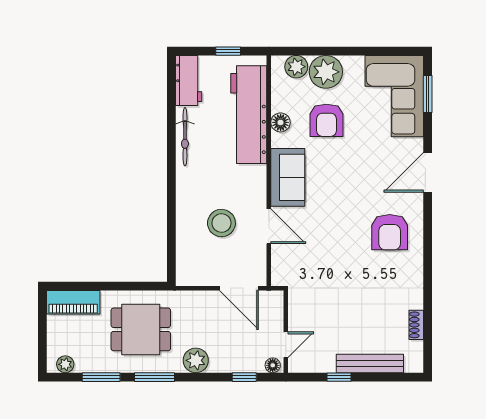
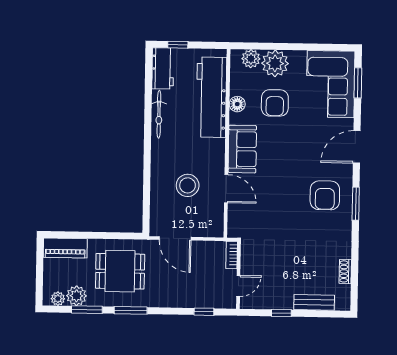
window: (228, 51) -> (178, 45), moved
window: (428, 242) -> (356, 204), added
door: (239, 288) -> (175, 238), moved
bookcase: (277, 307) -> (232, 255), added
plant: (196, 360) -> (76, 296), moved
bench: (370, 363) -> (314, 302), width x0.73
floor lamp: (273, 365) -> (227, 302), removed

